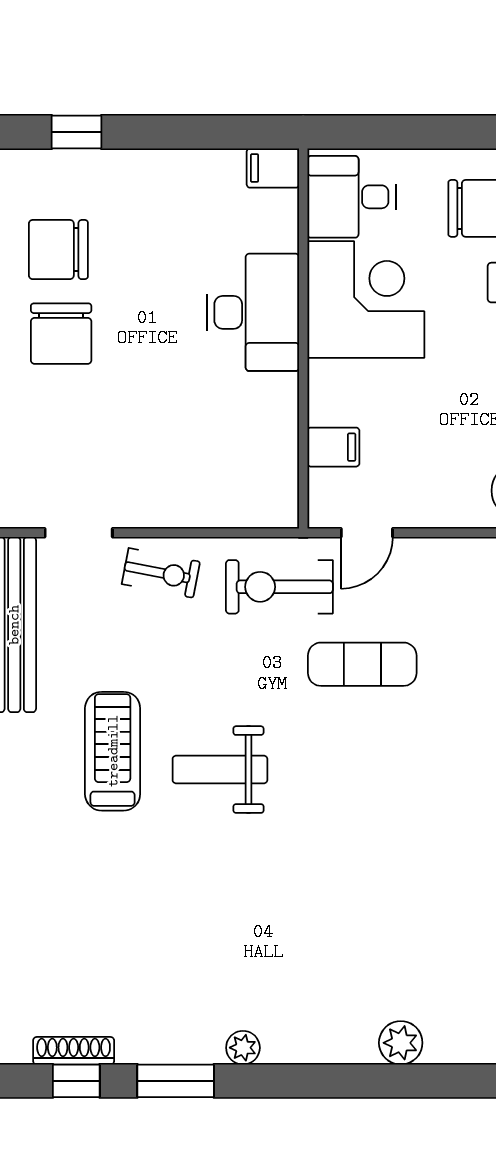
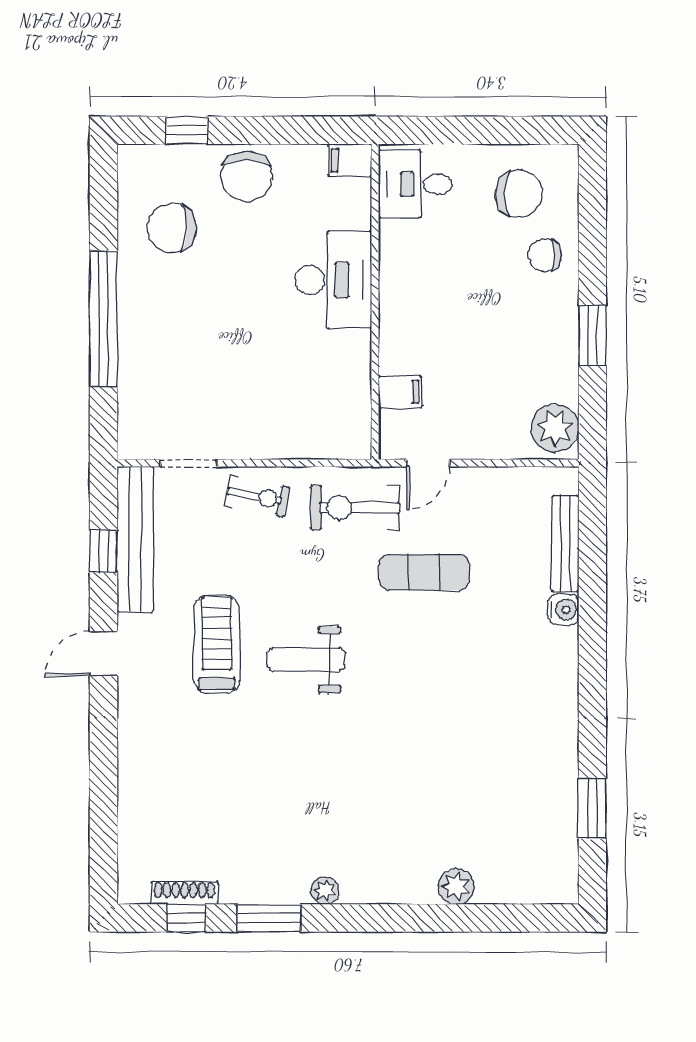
corner desk: (366, 299) -> (427, 269), removed
chair: (61, 334) -> (247, 176), moved

